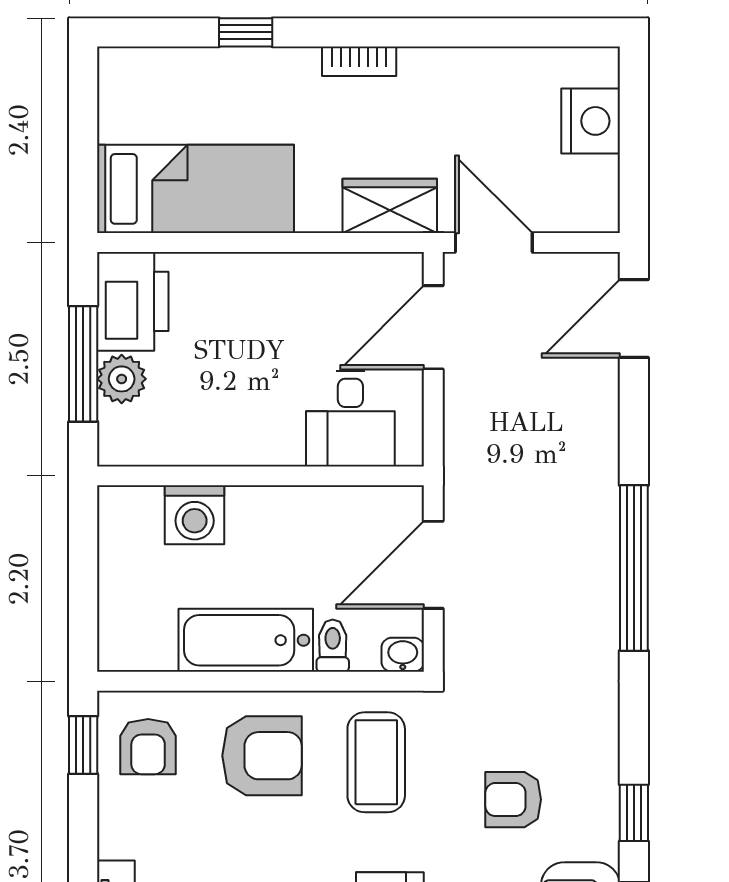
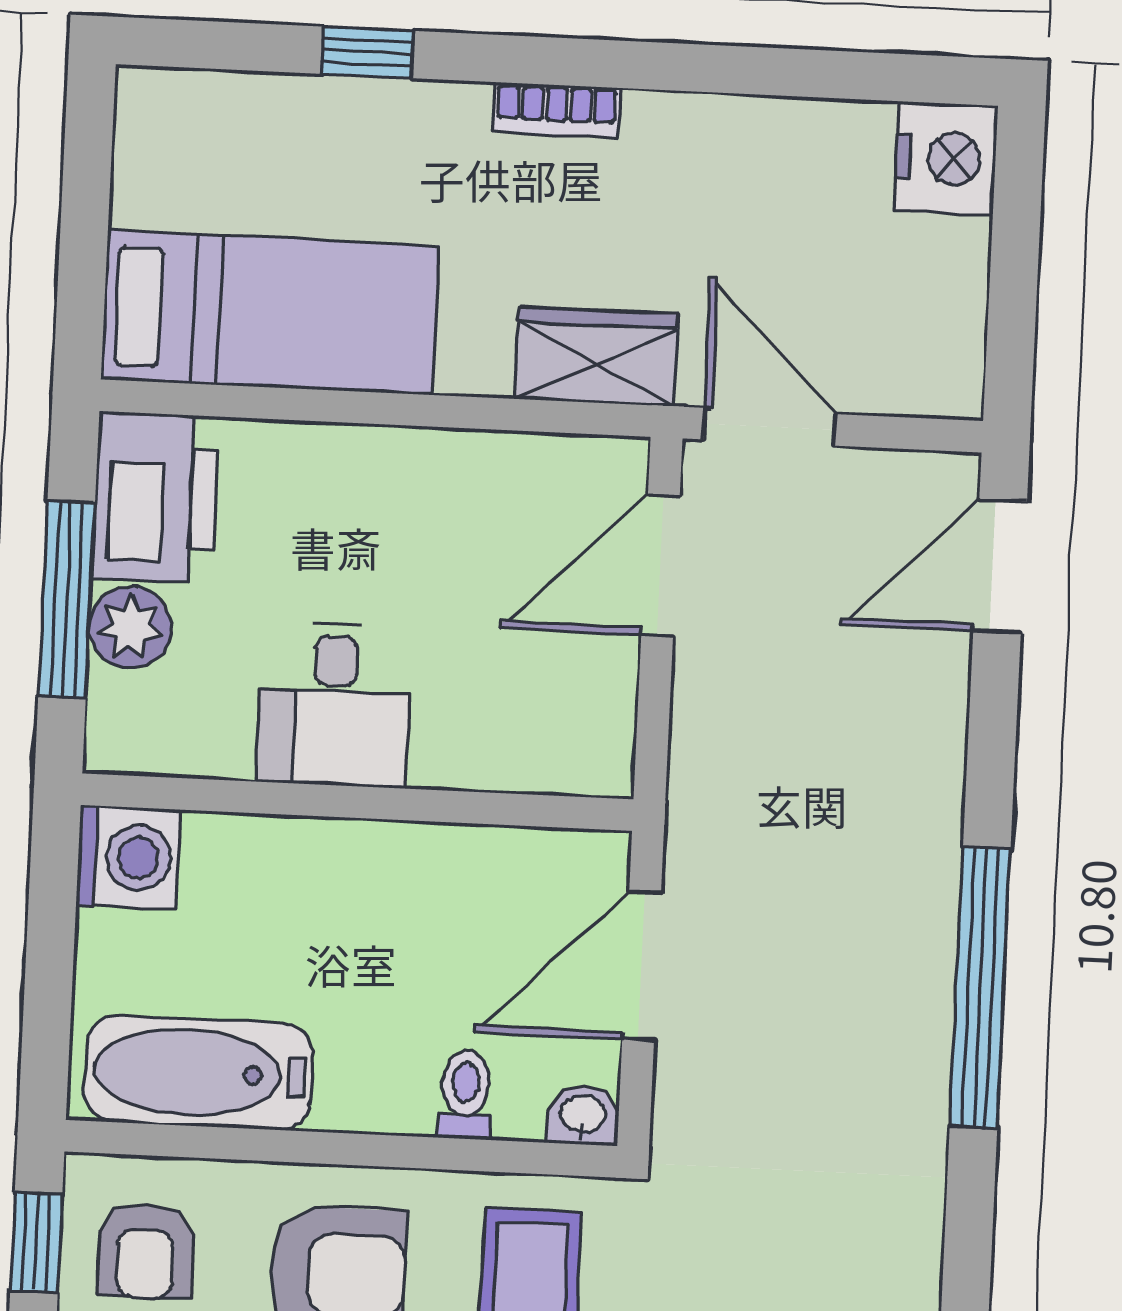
nightstand: (591, 121) -> (946, 159), moved
desk: (350, 419) -> (334, 704), moved
washing machine: (195, 515) -> (128, 857), moved, turned -90
bathtub: (246, 640) -> (199, 1073), moved

